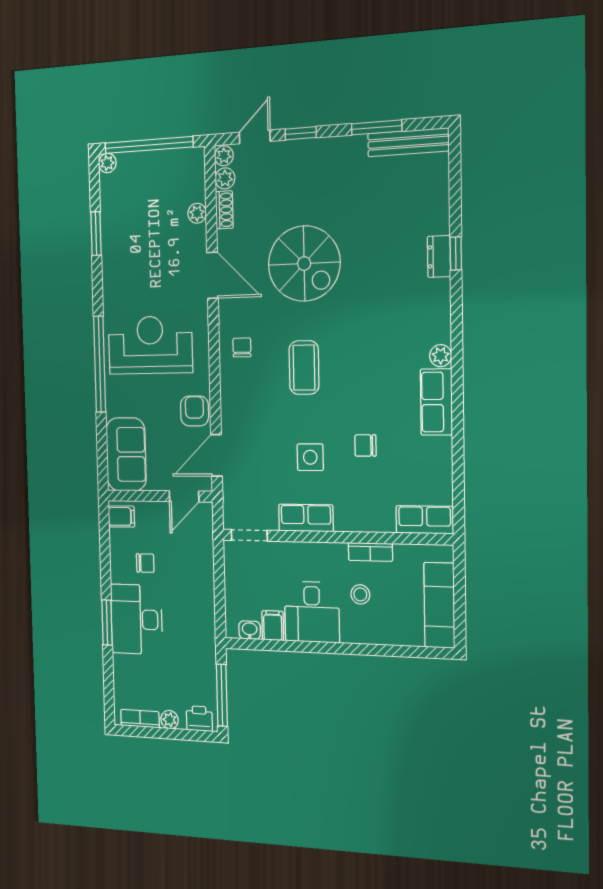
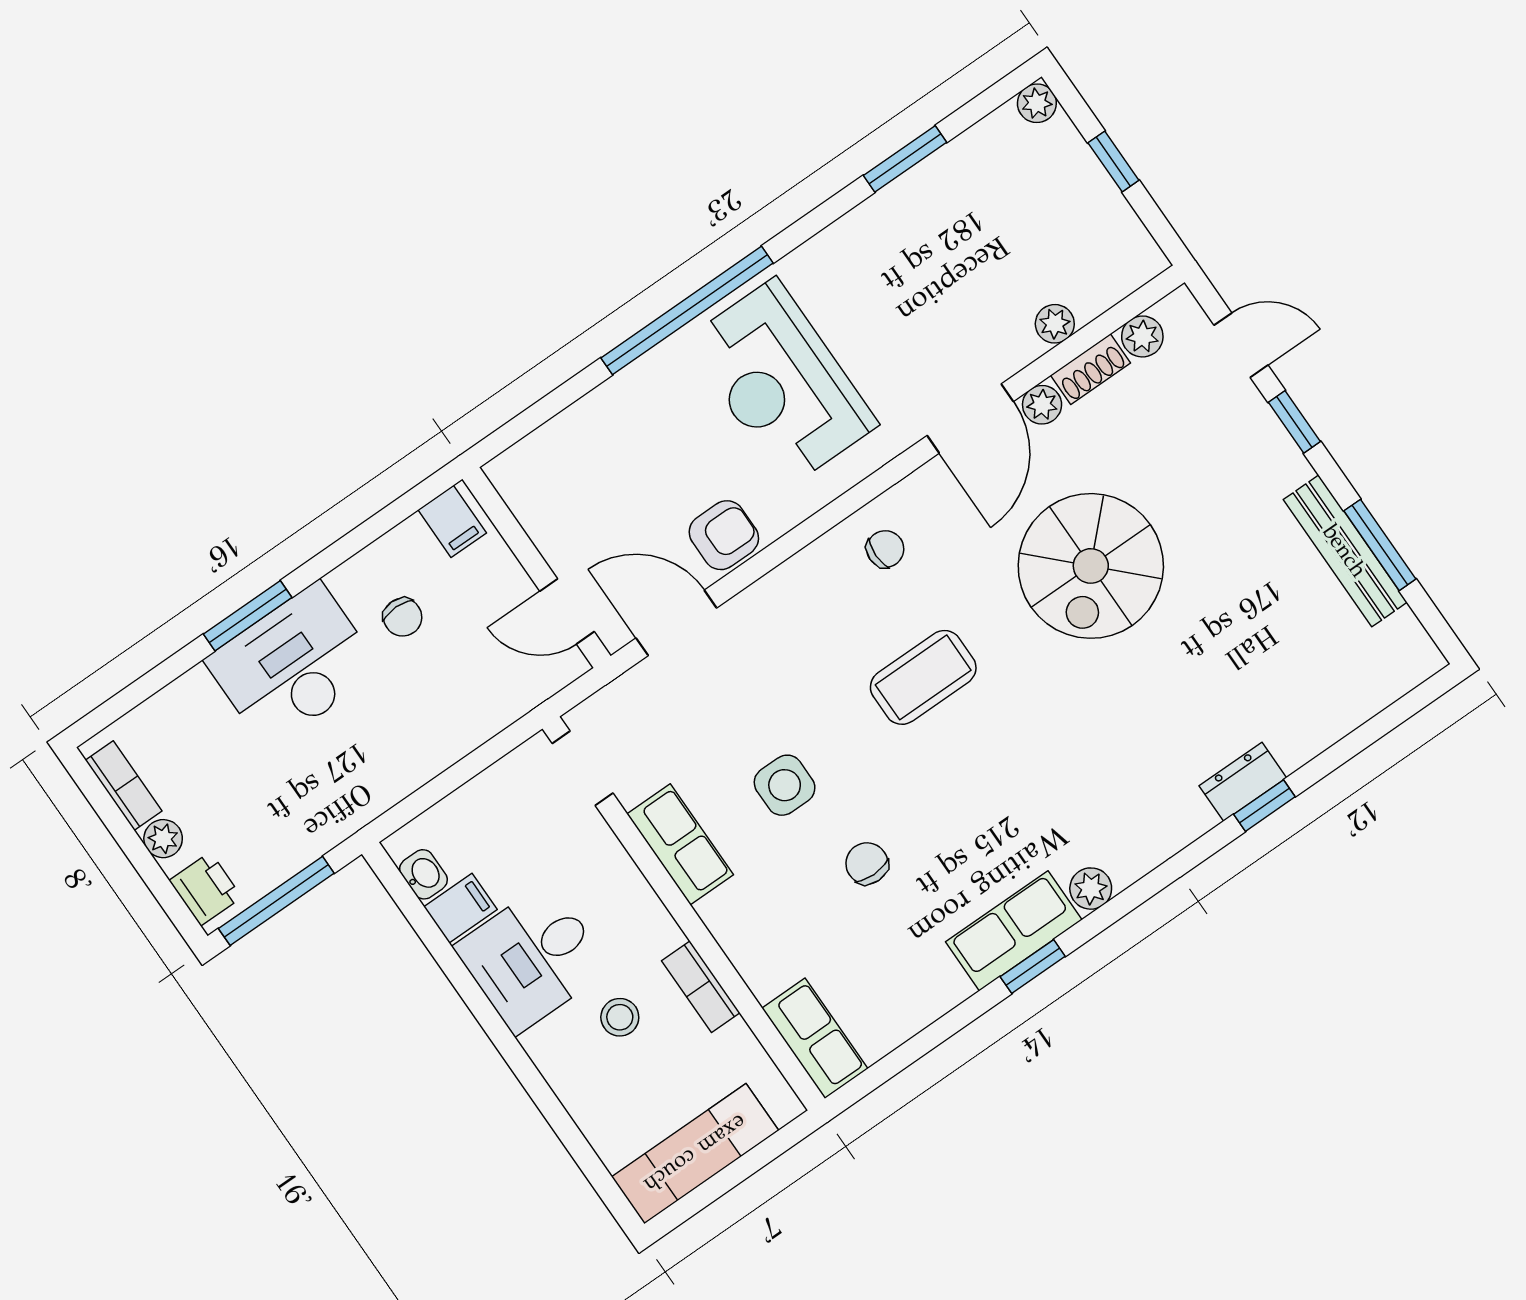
bench: (408, 142) -> (1345, 551), moved
window: (149, 145) -> (1113, 162), width x0.32
plant: (224, 156) -> (1042, 405), moved
reception desk: (150, 345) -> (781, 383), turned 180
window: (457, 404) -> (1033, 967), added
sofa: (126, 454) -> (565, 460), removed

